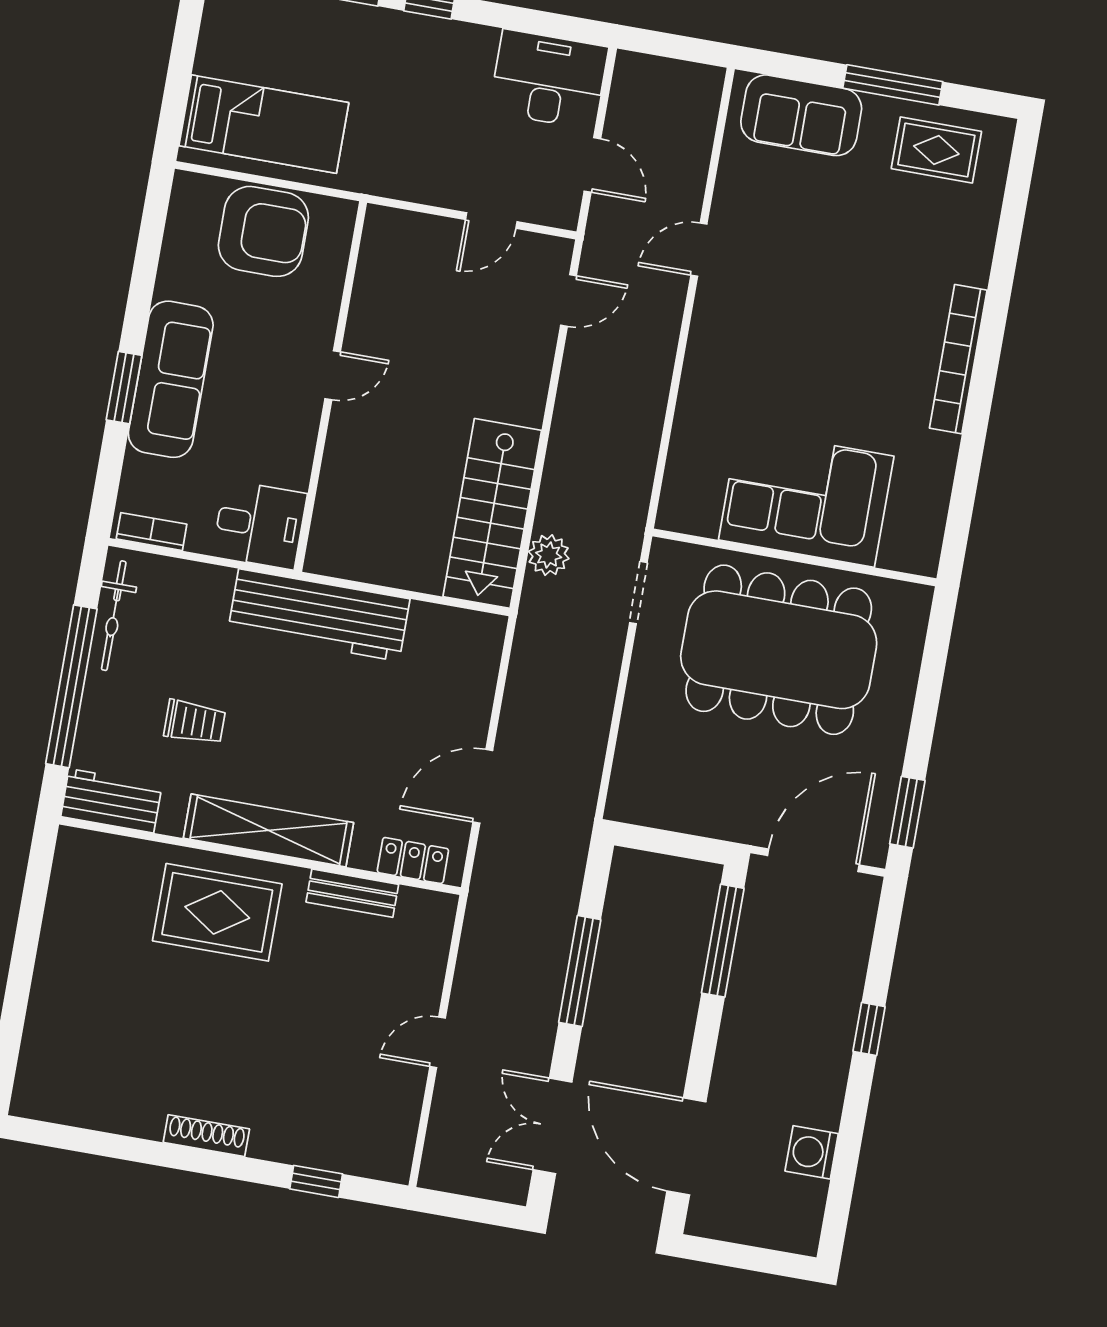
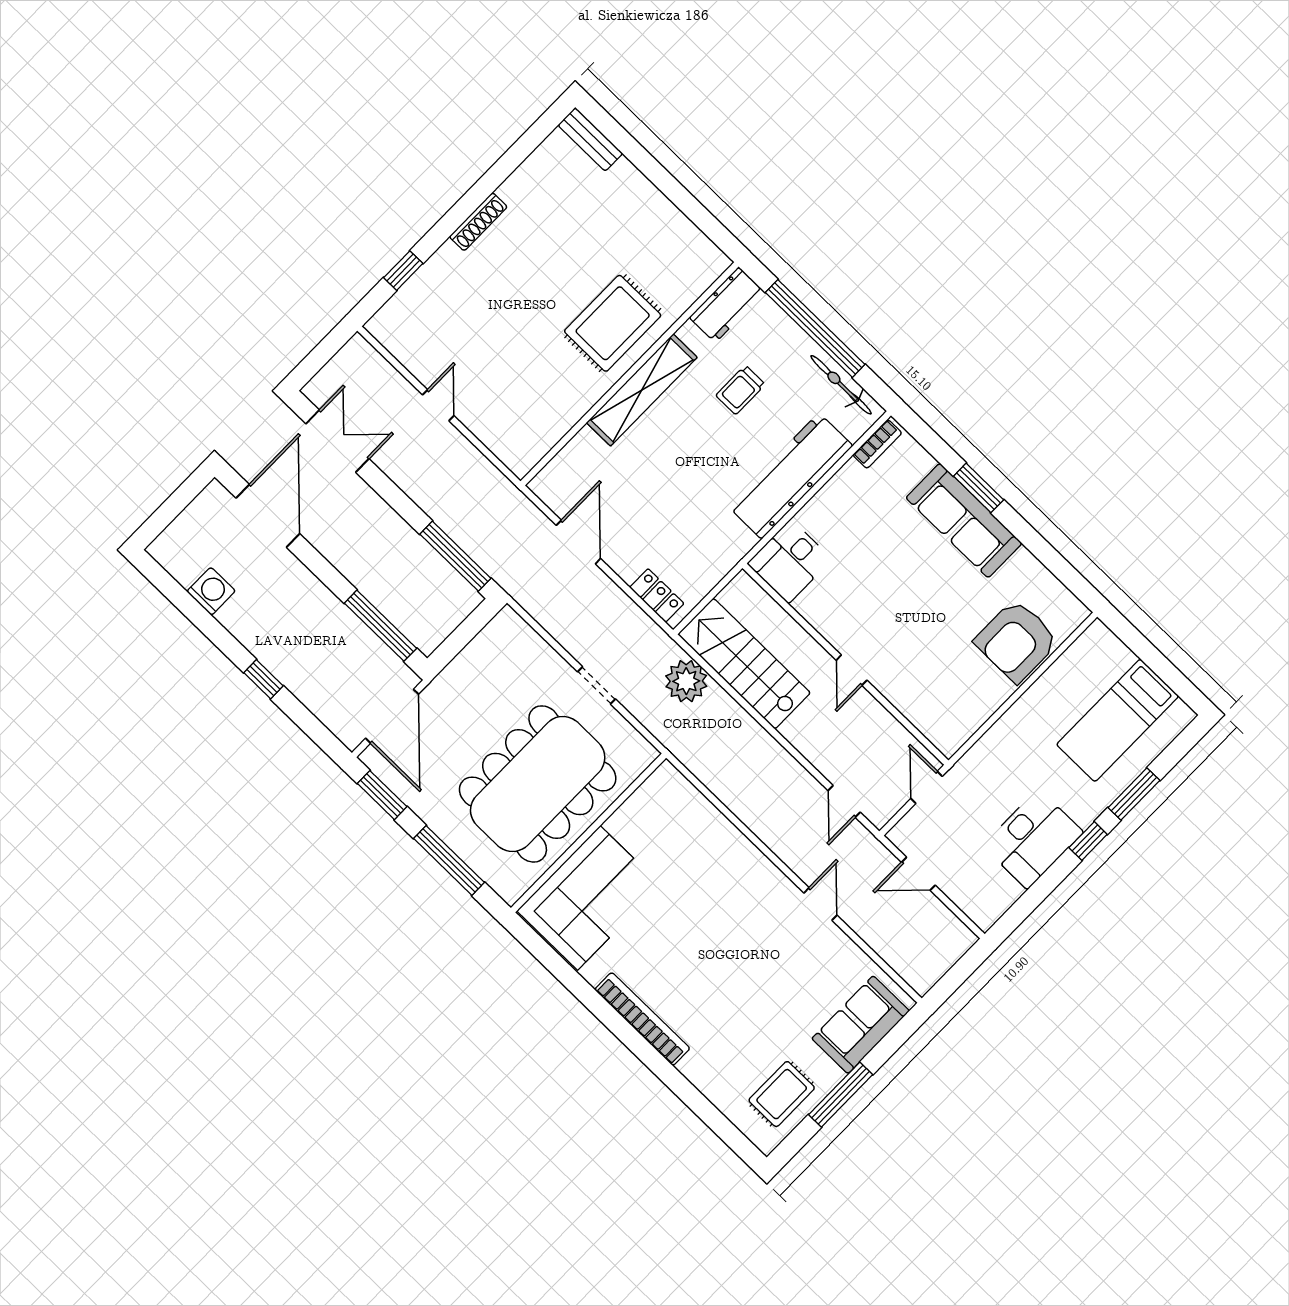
desk: (549, 79) -> (1033, 839), moved
bed: (264, 124) -> (1118, 720), moved
door: (333, 375) -> (852, 670), moved
wall: (331, 387) -> (845, 664), moved
corner sofa: (806, 498) -> (589, 898), moved
desk: (260, 525) -> (790, 561), moved
plant: (549, 555) -> (686, 681), width x1.36, depth x1.36
doorway: (638, 593) -> (596, 685), moved
workbench: (319, 615) -> (790, 476), moved
window: (929, 690) -> (449, 860), added
locker: (413, 861) -> (657, 595), moved, turned -90
bench: (352, 893) -> (590, 139), moved, turned 90
window: (580, 971) -> (455, 556), moved
door: (686, 1146) -> (268, 516), hinge flipped

